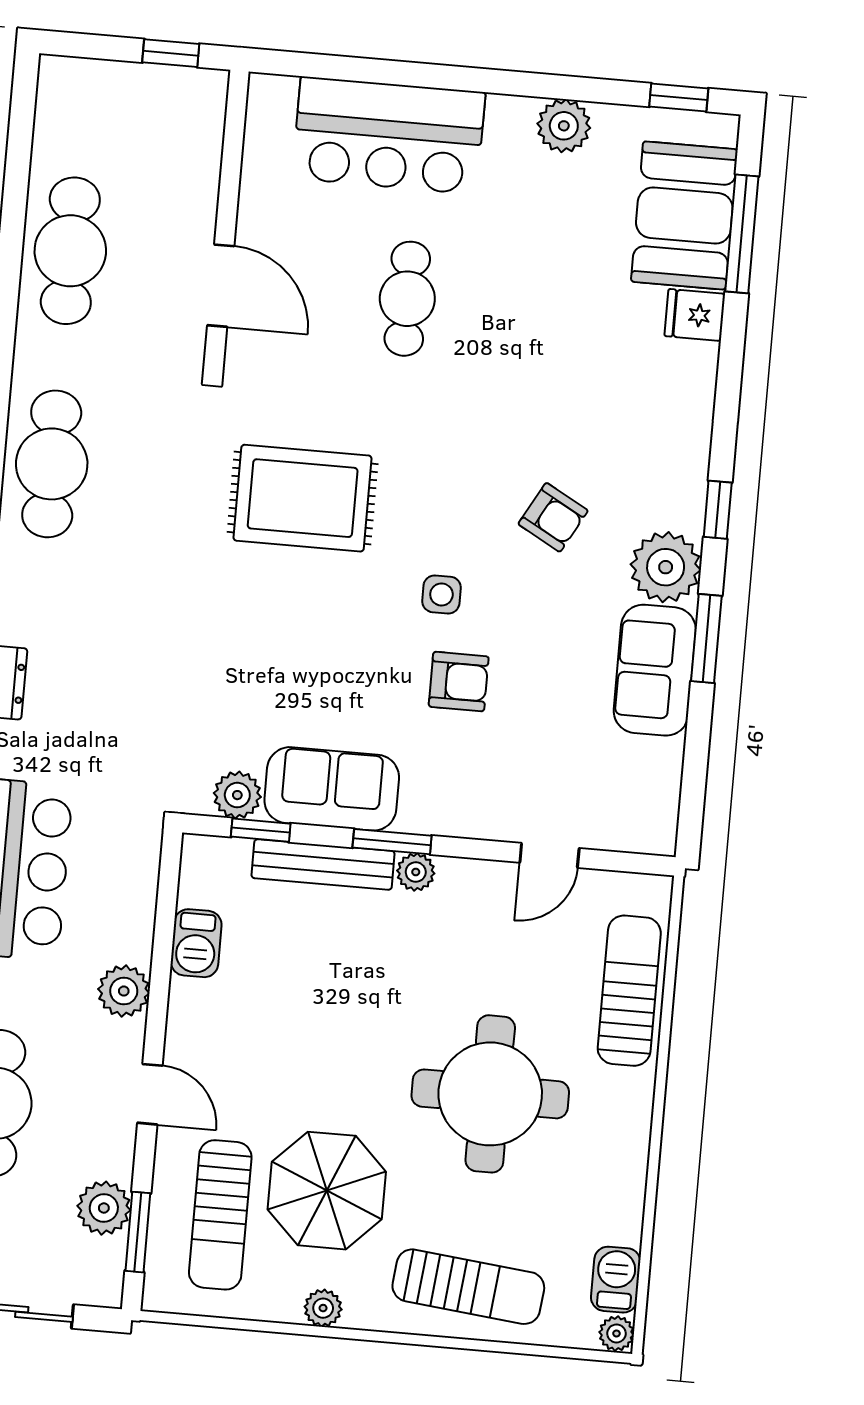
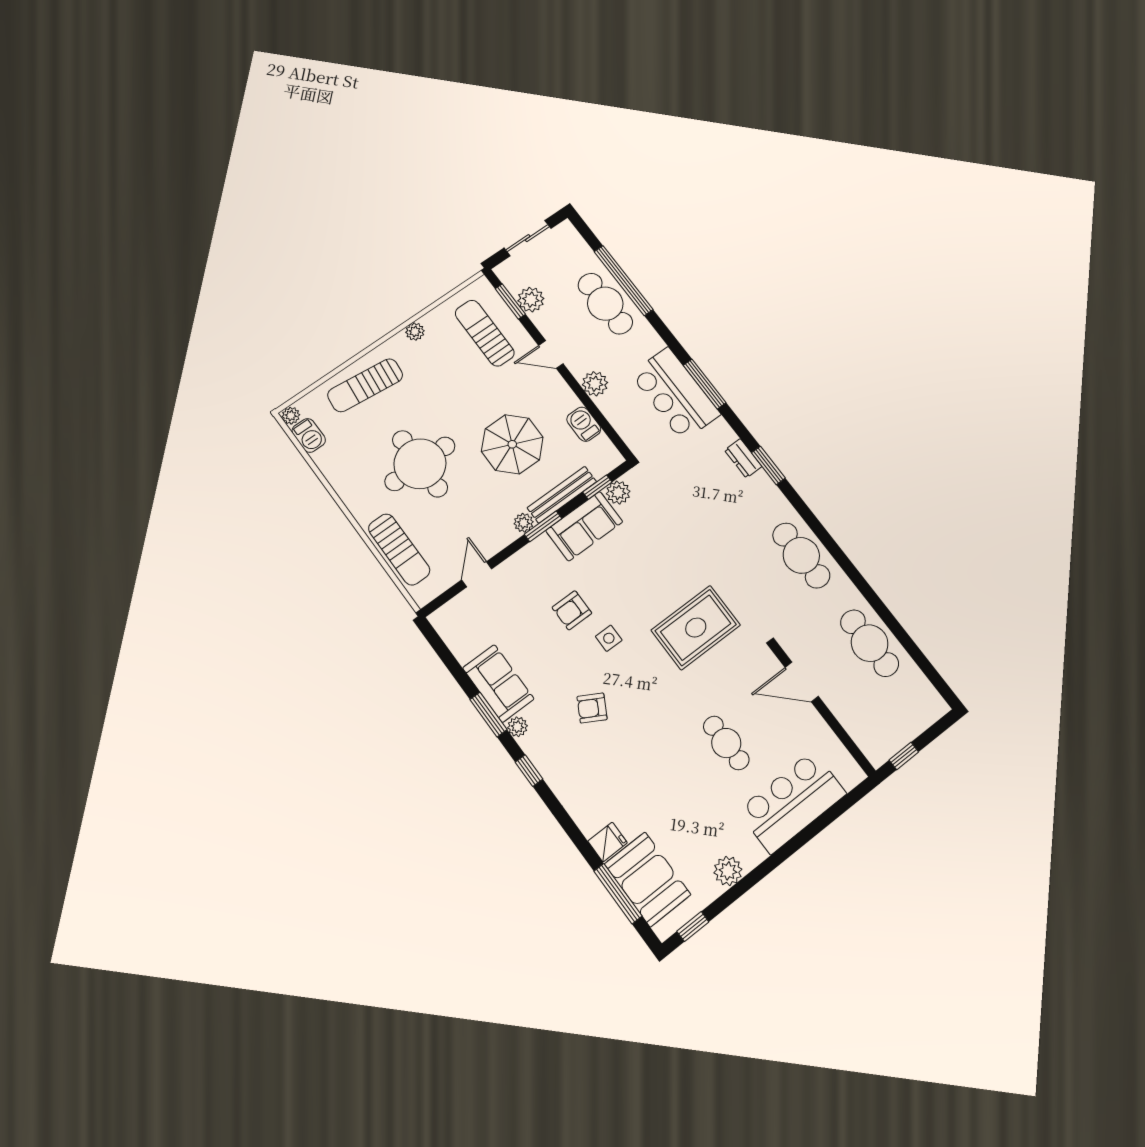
plant: (666, 567) -> (517, 727), width x0.53, depth x0.53
parasol: (327, 1191) -> (512, 444), moved

